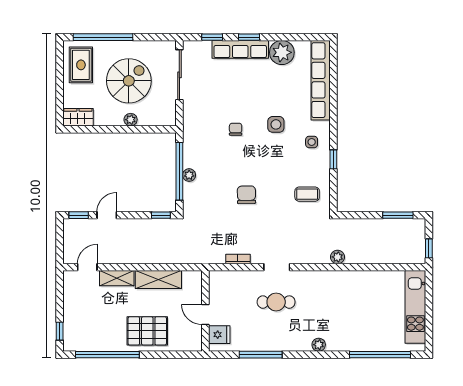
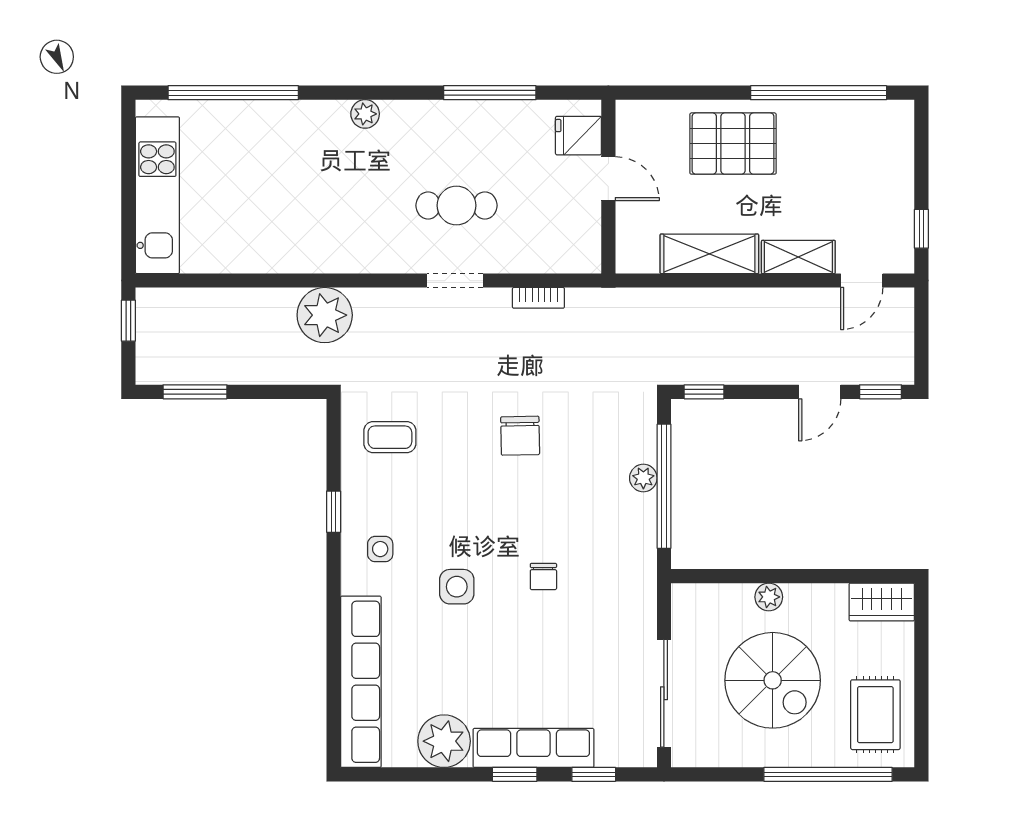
spiral stairs: (129, 81) -> (773, 680), turned -90
plant: (337, 257) -> (325, 315), width x1.88, depth x1.88
window: (60, 331) -> (921, 229), moved

